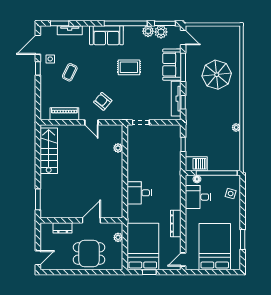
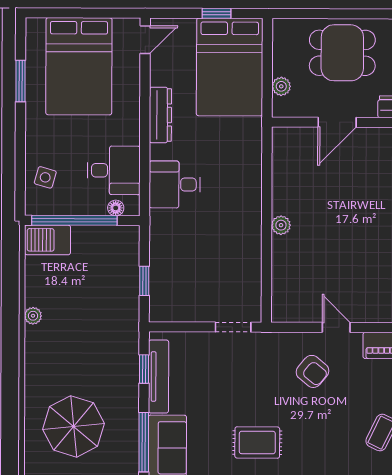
plant: (118, 148) -> (281, 225), moved
barbecue: (196, 164) -> (47, 240), moved
desk: (139, 193) -> (175, 184), moved, turned 180

